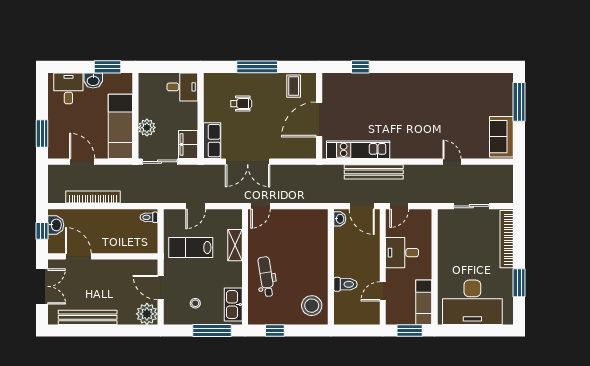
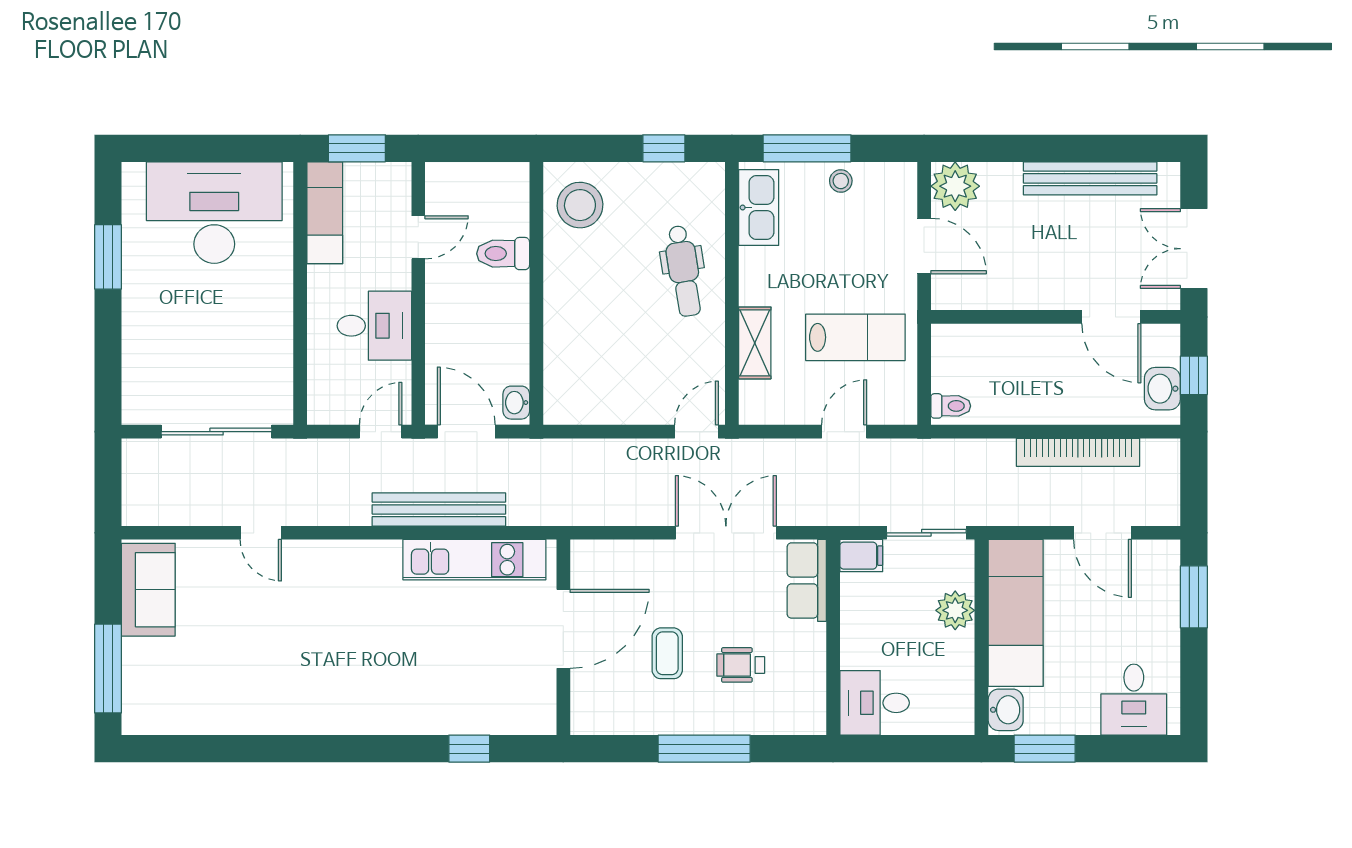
washbasin: (93, 80) -> (1006, 710), moved, turned 90
coffee table: (294, 86) -> (667, 653), moved
filing cabinet: (188, 145) -> (861, 556), width x0.50
sliding door: (471, 206) -> (217, 432), width x1.37
bookcase: (507, 239) -> (136, 357), removed
stool: (195, 303) -> (841, 181), moved

